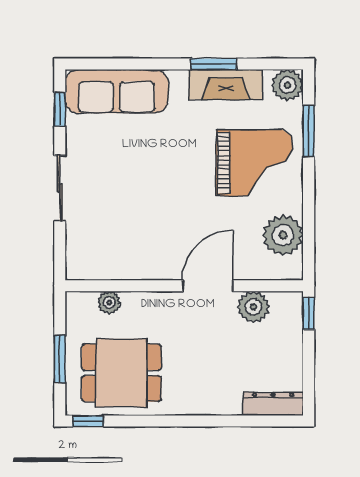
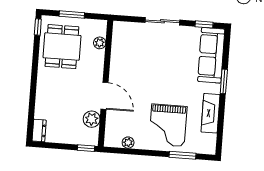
window: (214, 64) -> (224, 81), moved
plant: (288, 85) -> (208, 146), removed
plant: (283, 235) -> (128, 143), width x0.53, depth x0.53
dresser: (273, 404) -> (39, 131), width x0.70

